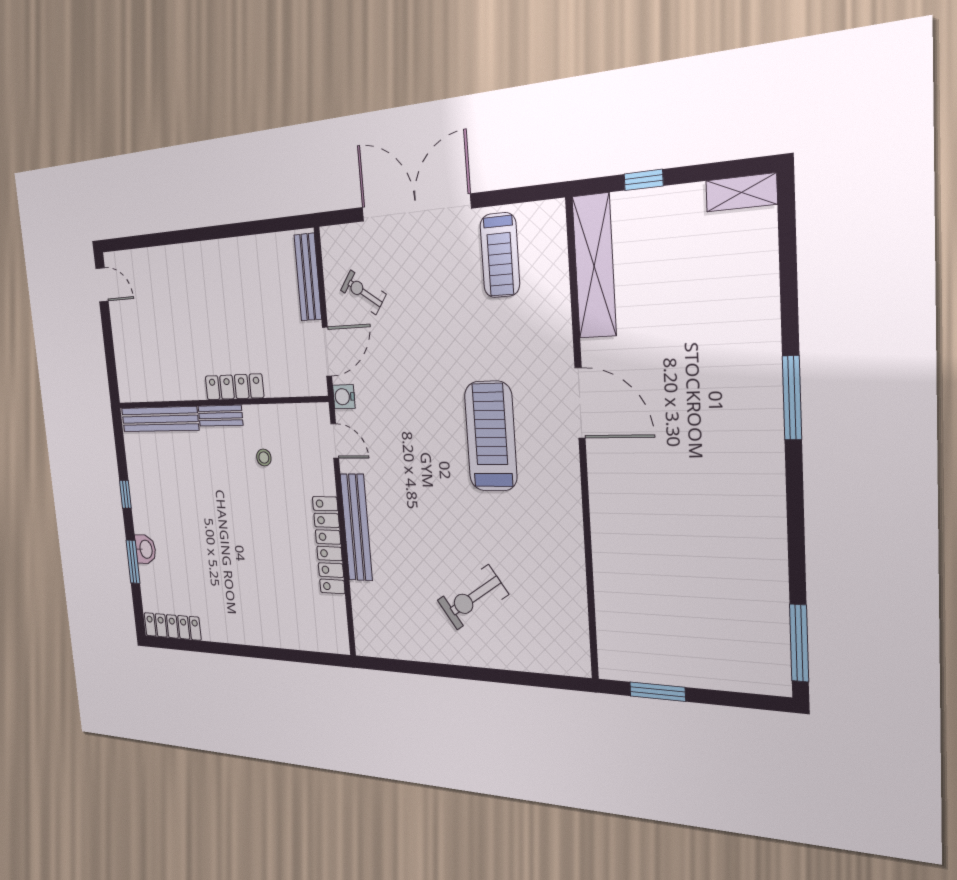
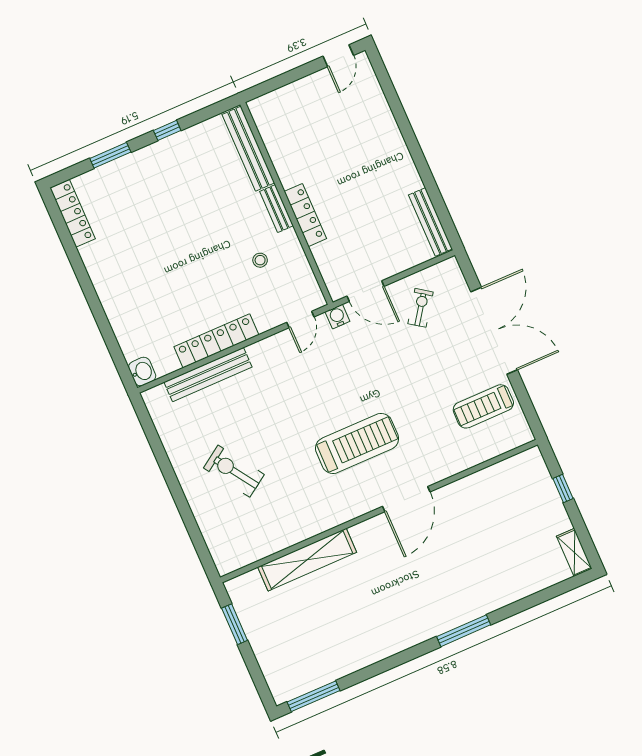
shelving: (594, 266) -> (307, 560), moved
bench: (308, 277) -> (430, 222), moved, turned 90
bench: (356, 527) -> (208, 375), moved
washbasin: (145, 549) -> (142, 372), moved, turned -90

